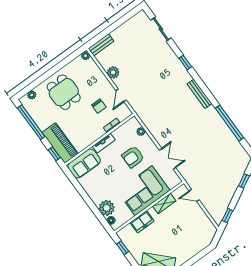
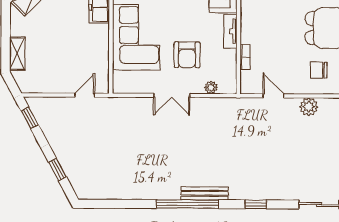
chair: (99, 106) -> (319, 70), moved
window: (229, 123) -> (188, 204), moved
armchair: (133, 157) -> (187, 55), turned 180
double door: (167, 159) -> (172, 95), moved
shelving: (164, 203) -> (17, 54), moved

